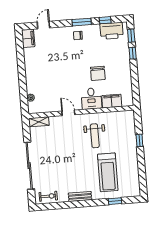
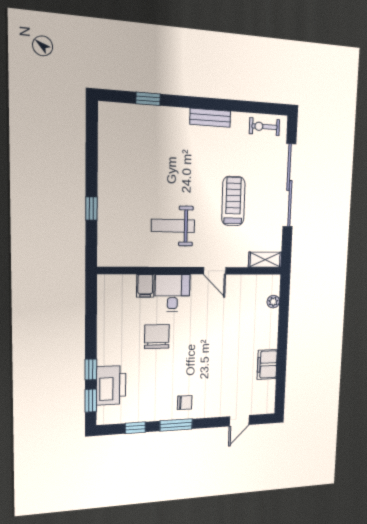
printer: (112, 31) -> (111, 385), moved, turned 90
filing cabinet: (28, 38) -> (267, 364), moved
filing cabinet: (112, 101) -> (145, 286), width x0.50
weight bench: (95, 136) -> (173, 226), turned -90
treadmill: (108, 172) -> (233, 201), moved, width x0.73, depth x0.73

